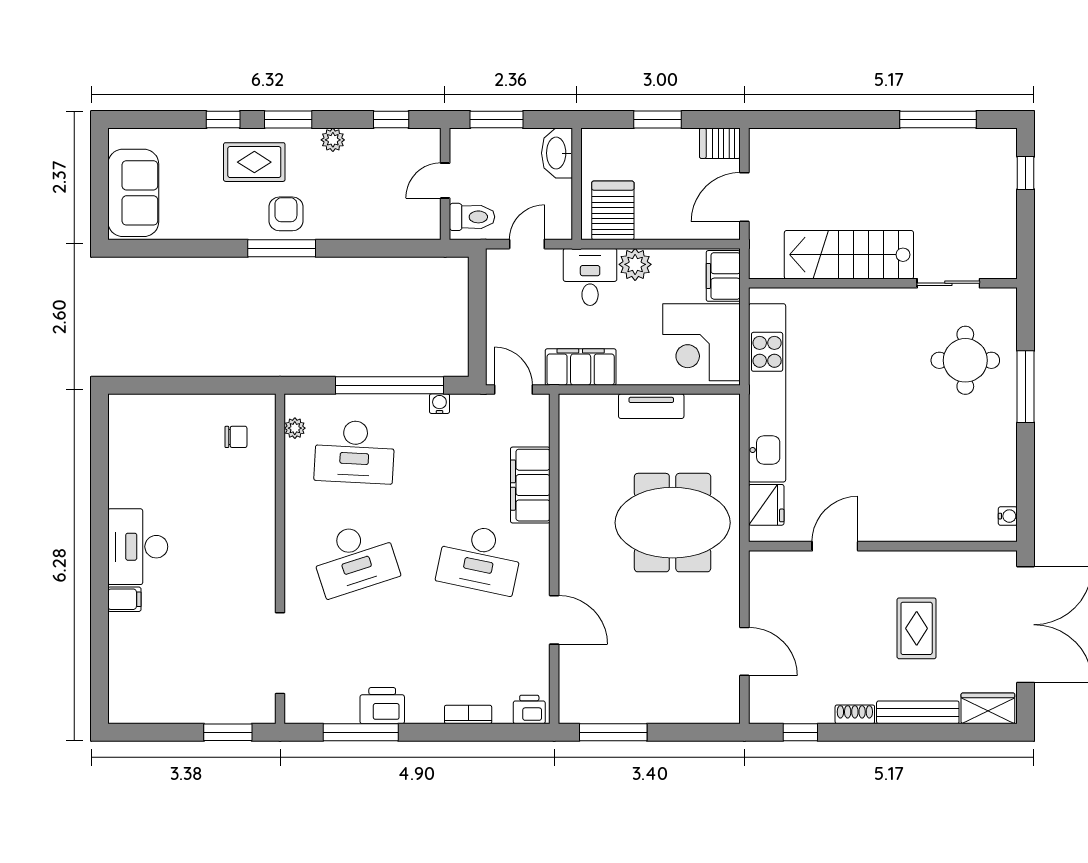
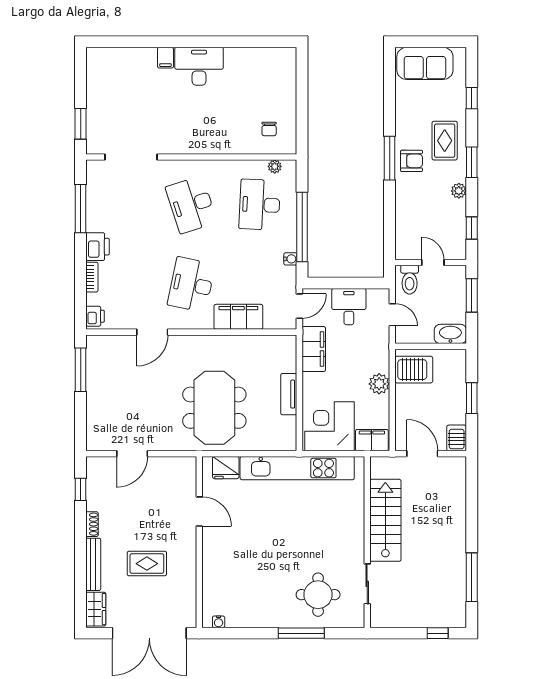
window: (223, 120) -> (472, 98), moved
desk: (590, 277) -> (349, 307), moved, turned -90
printer: (382, 706) -> (98, 247), moved

